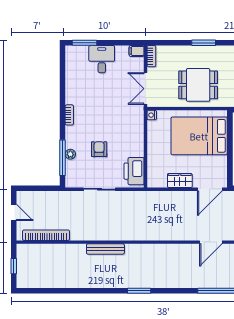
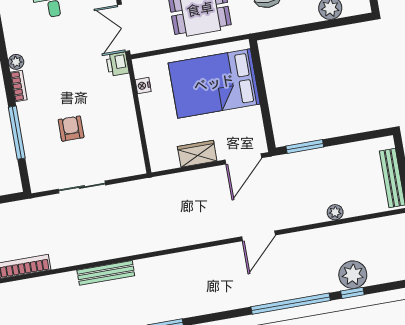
nightstand: (152, 115) -> (143, 86), moved
plant: (70, 154) -> (16, 62), moved
window: (63, 158) -> (17, 133), moved
printer: (134, 171) -> (117, 64), moved, width x0.53, depth x0.68

